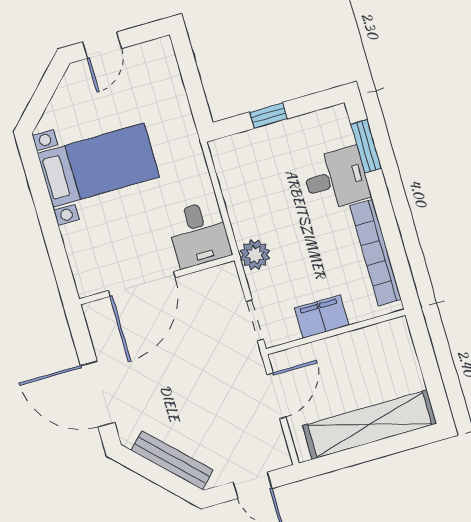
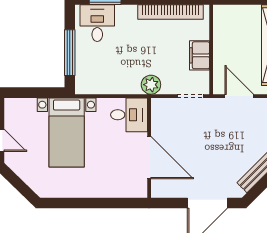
window: (268, 115) -> (70, 53), width x2.17
bed with nightstands: (98, 165) -> (67, 132), moved, turned 180
desk: (336, 179) -> (97, 23), moved

